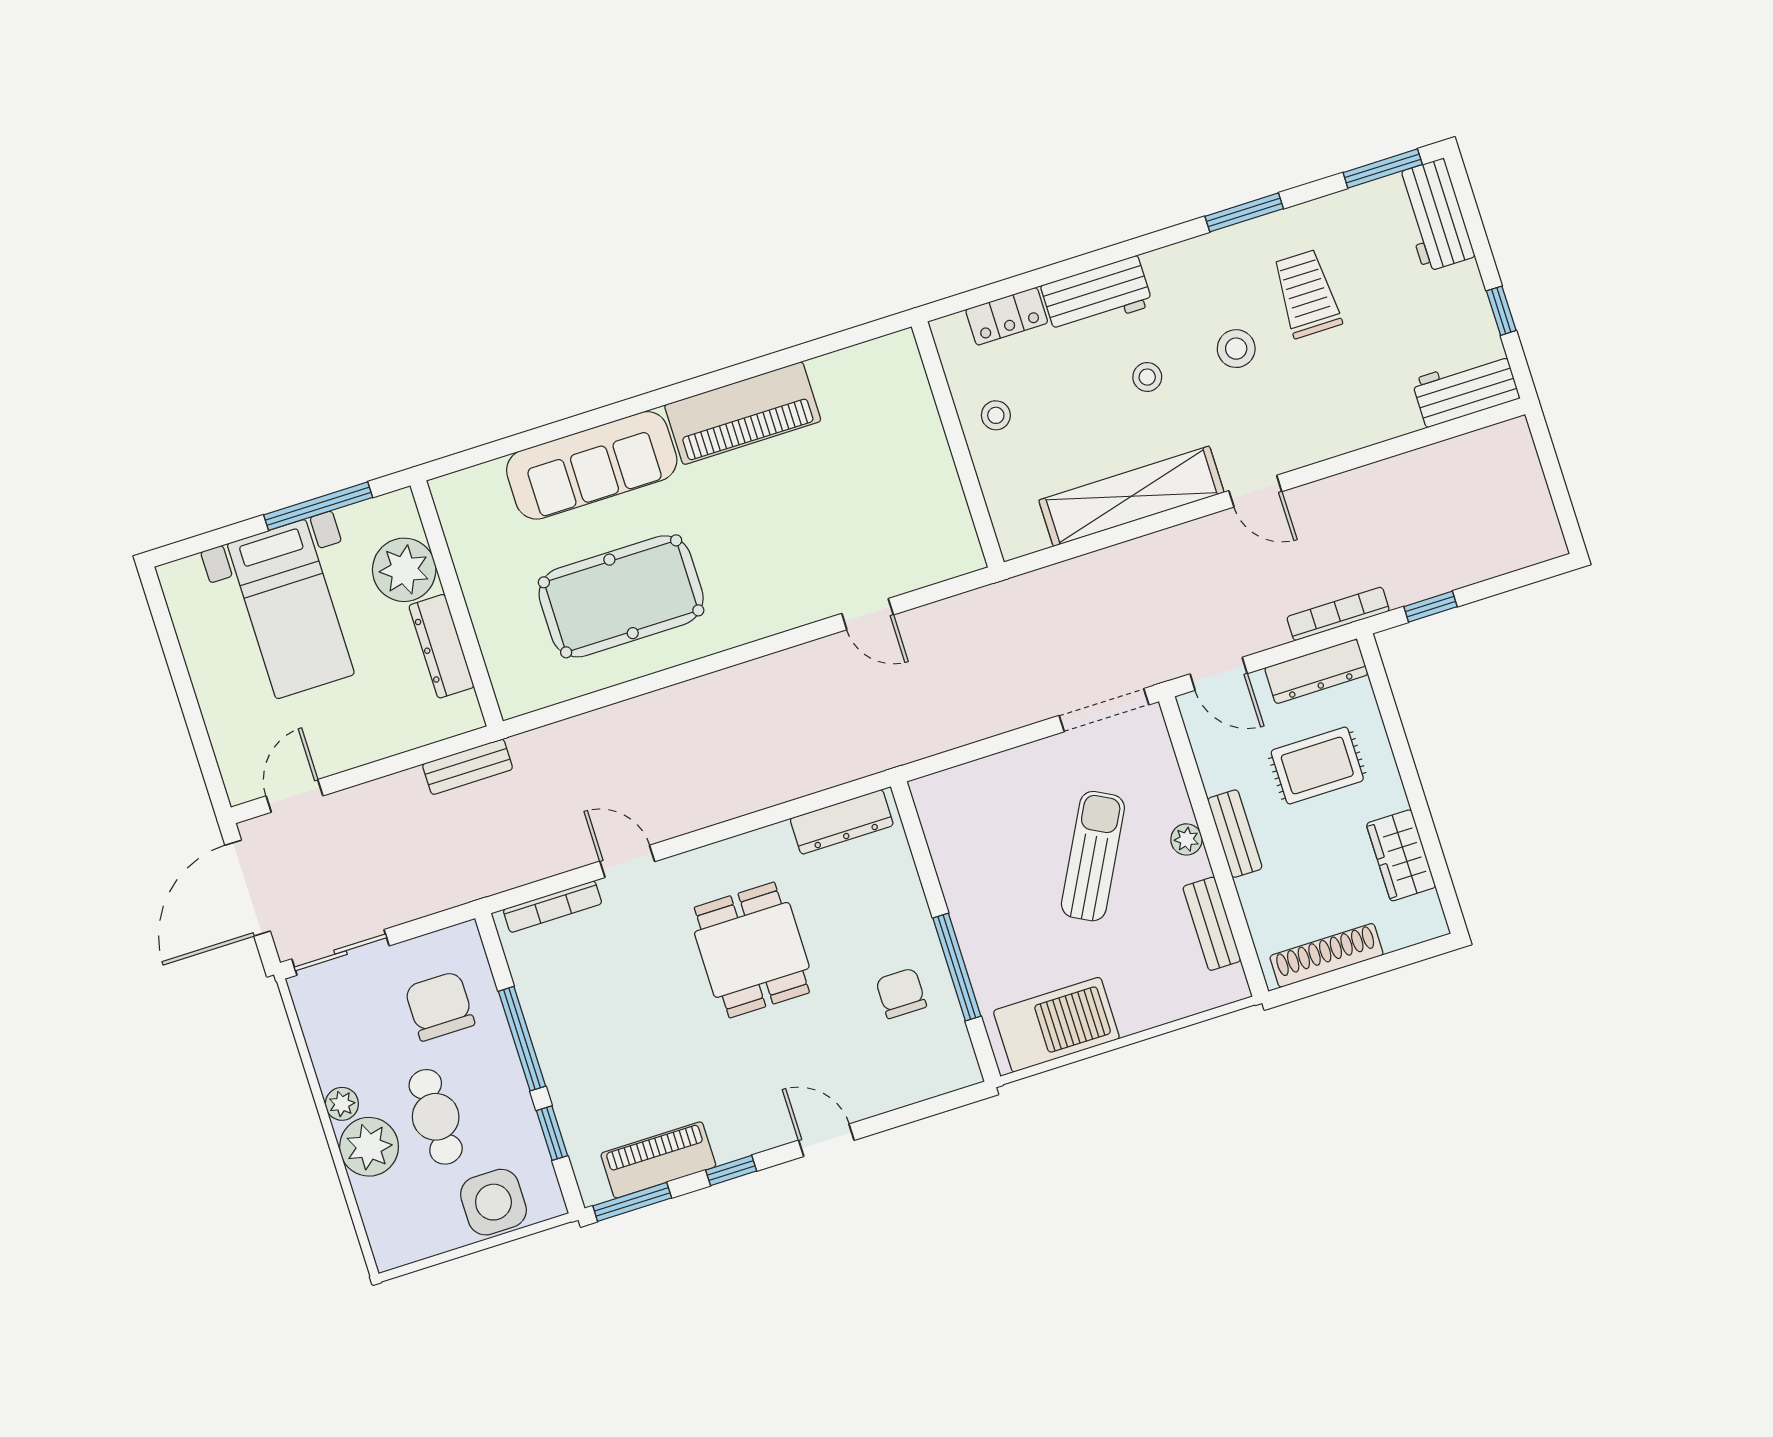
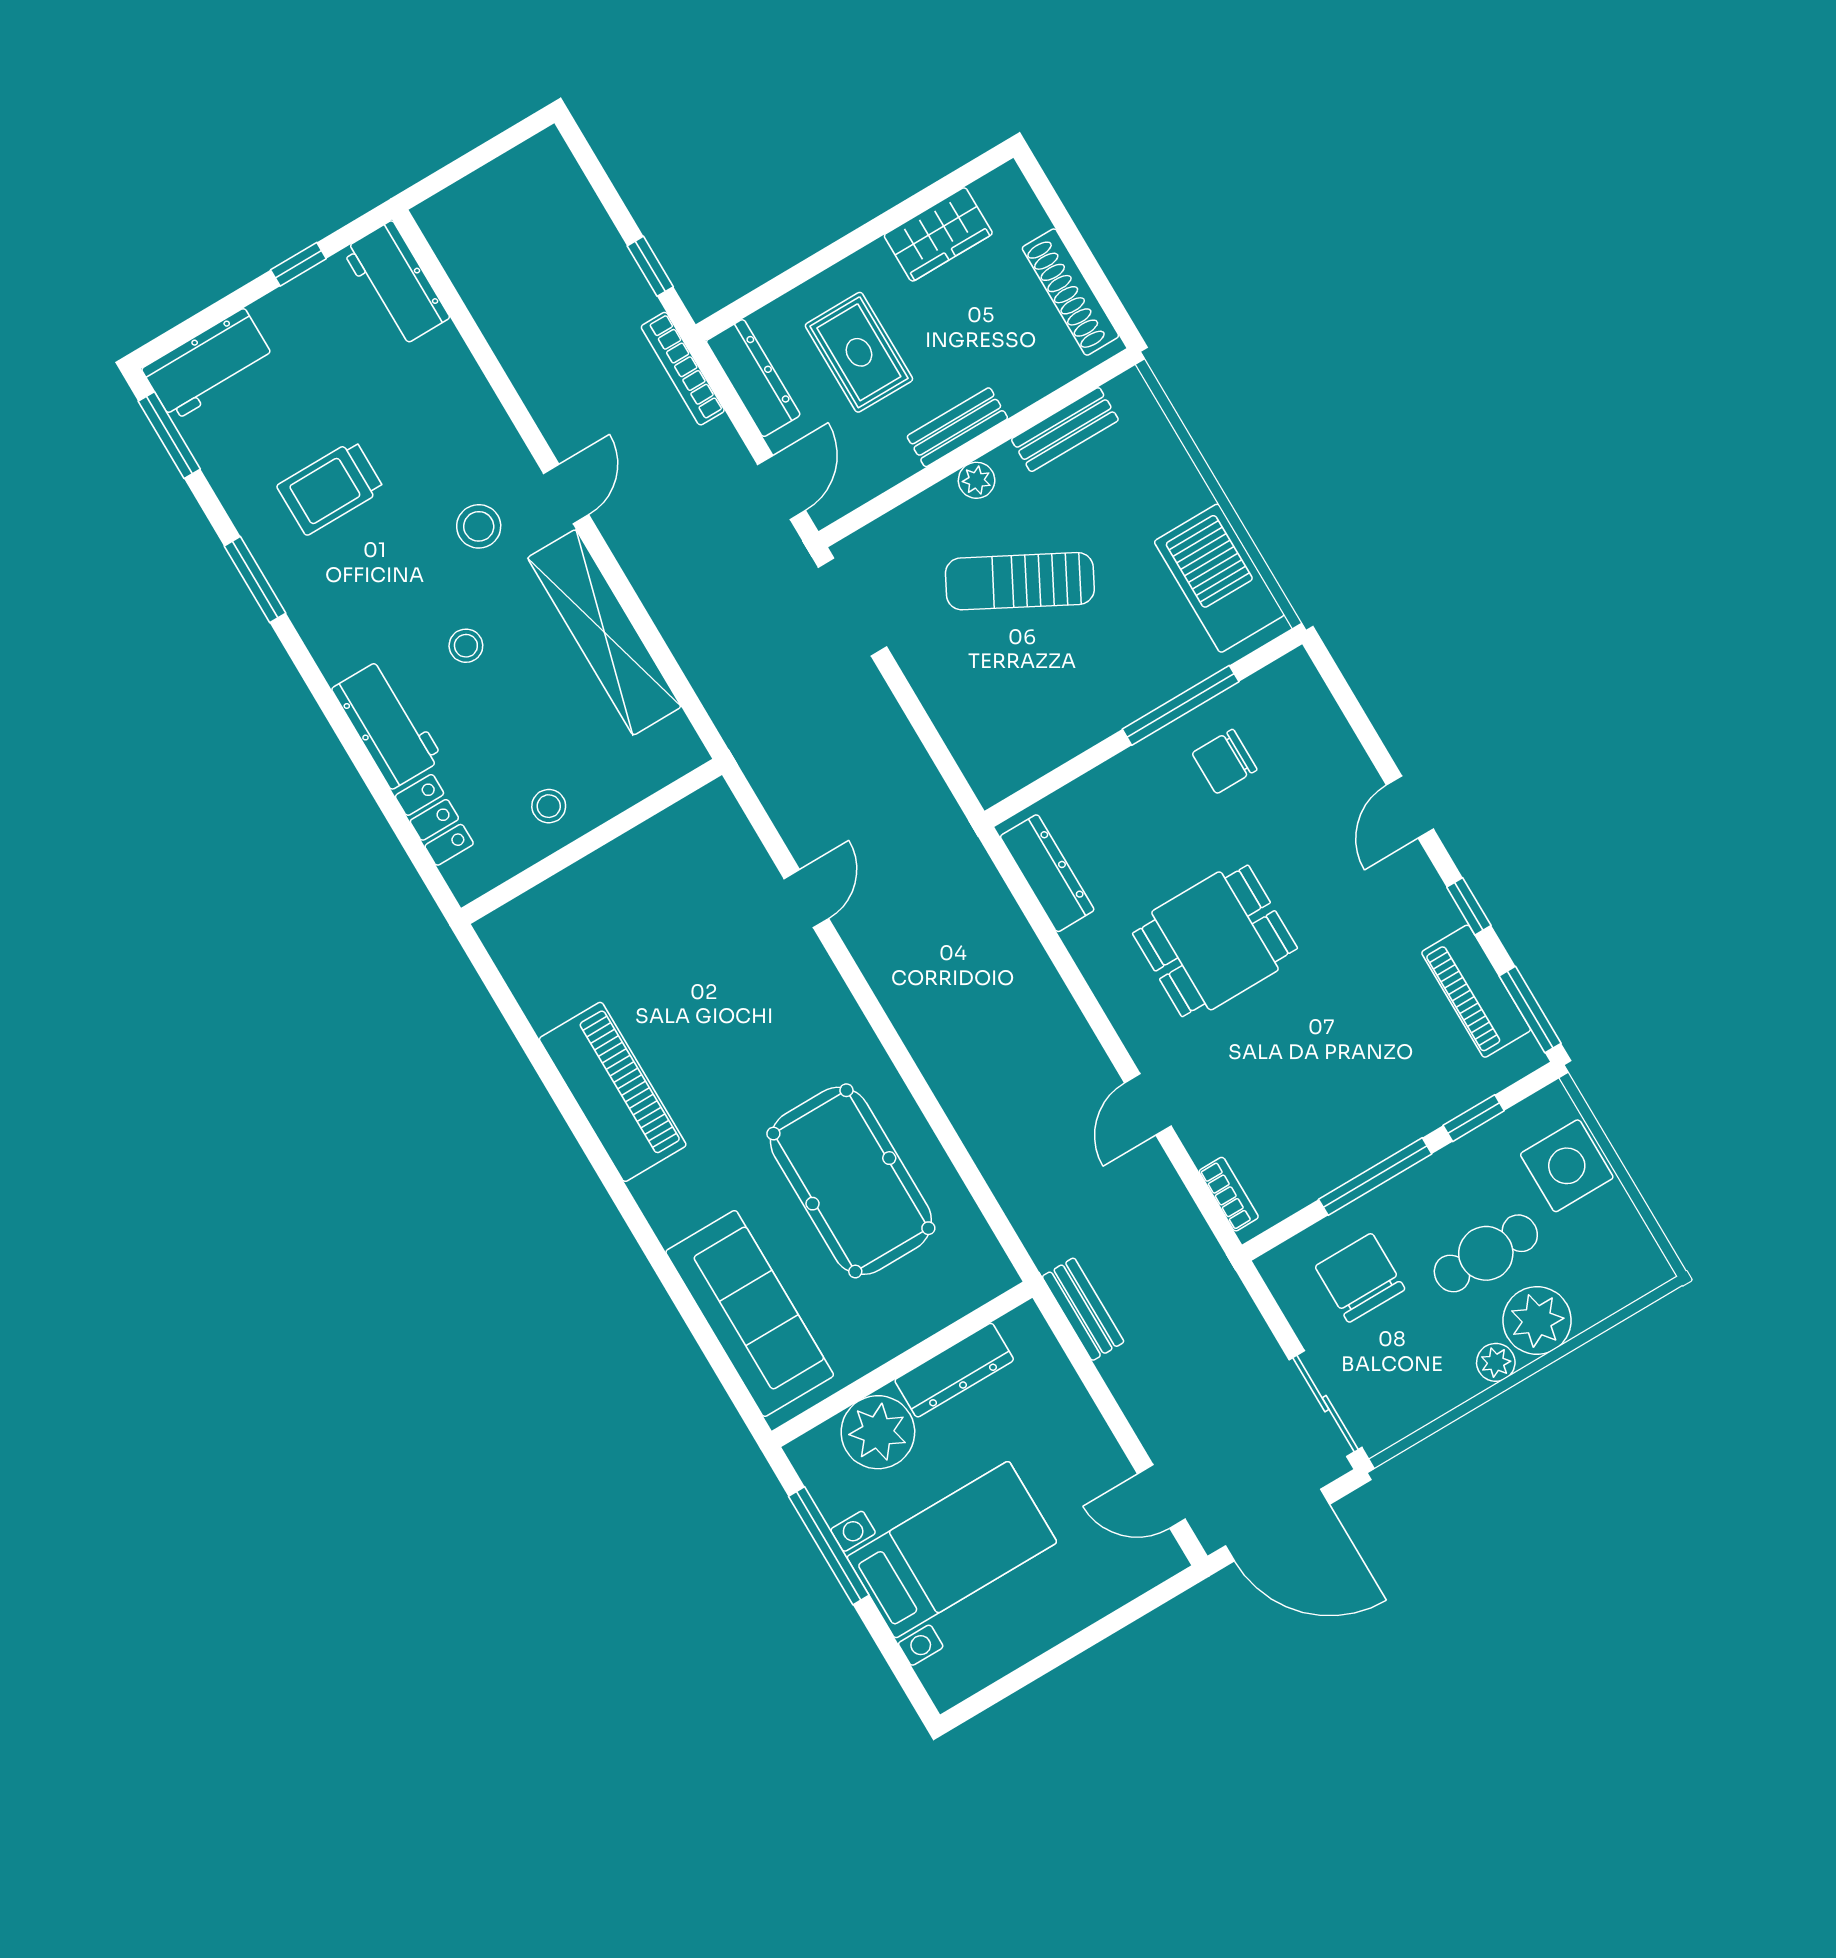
stool: (1236, 349) -> (479, 526), moved
sofa: (592, 465) -> (750, 1313), moved
bookcase: (552, 907) -> (1229, 1194), width x0.64
chair: (440, 1006) -> (1360, 1278), turned 90

